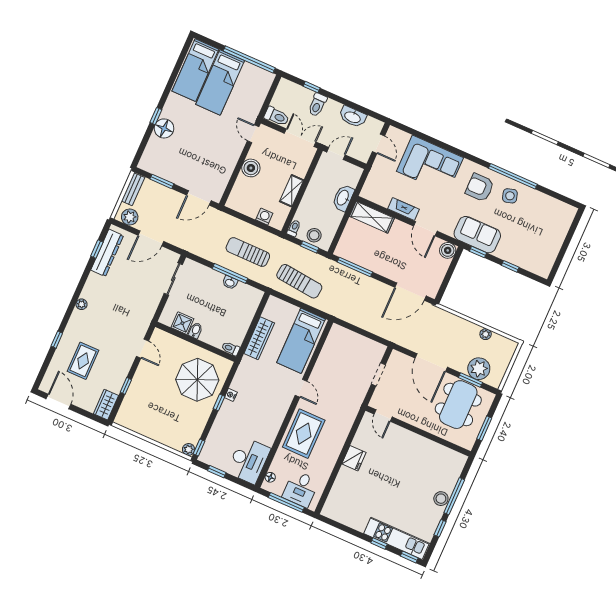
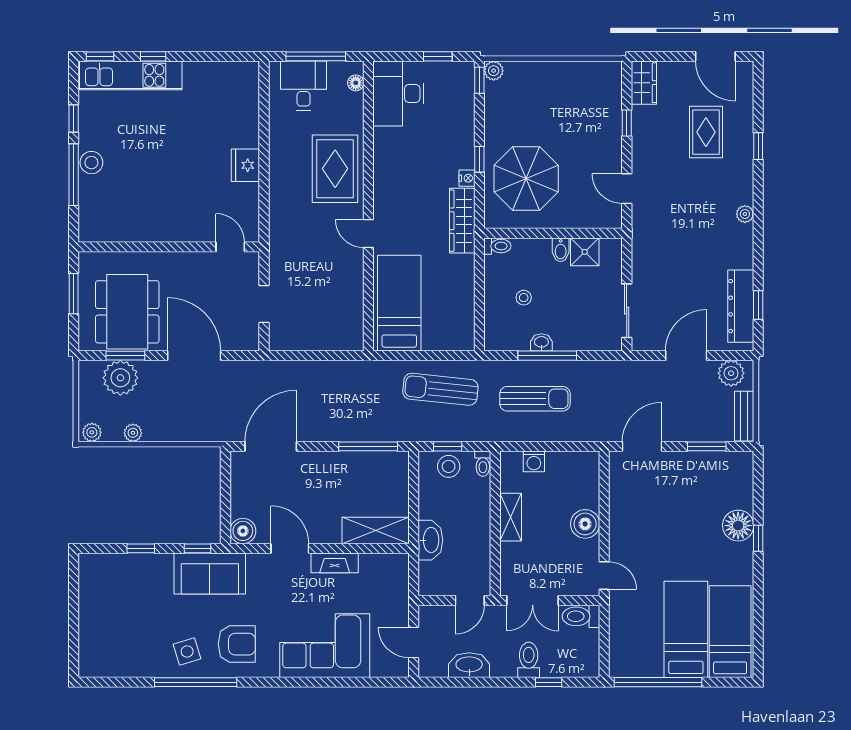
stool: (229, 312) -> (524, 298), added
wardrobe: (259, 338) -> (462, 221), moved
plant: (509, 345) -> (92, 432), added

